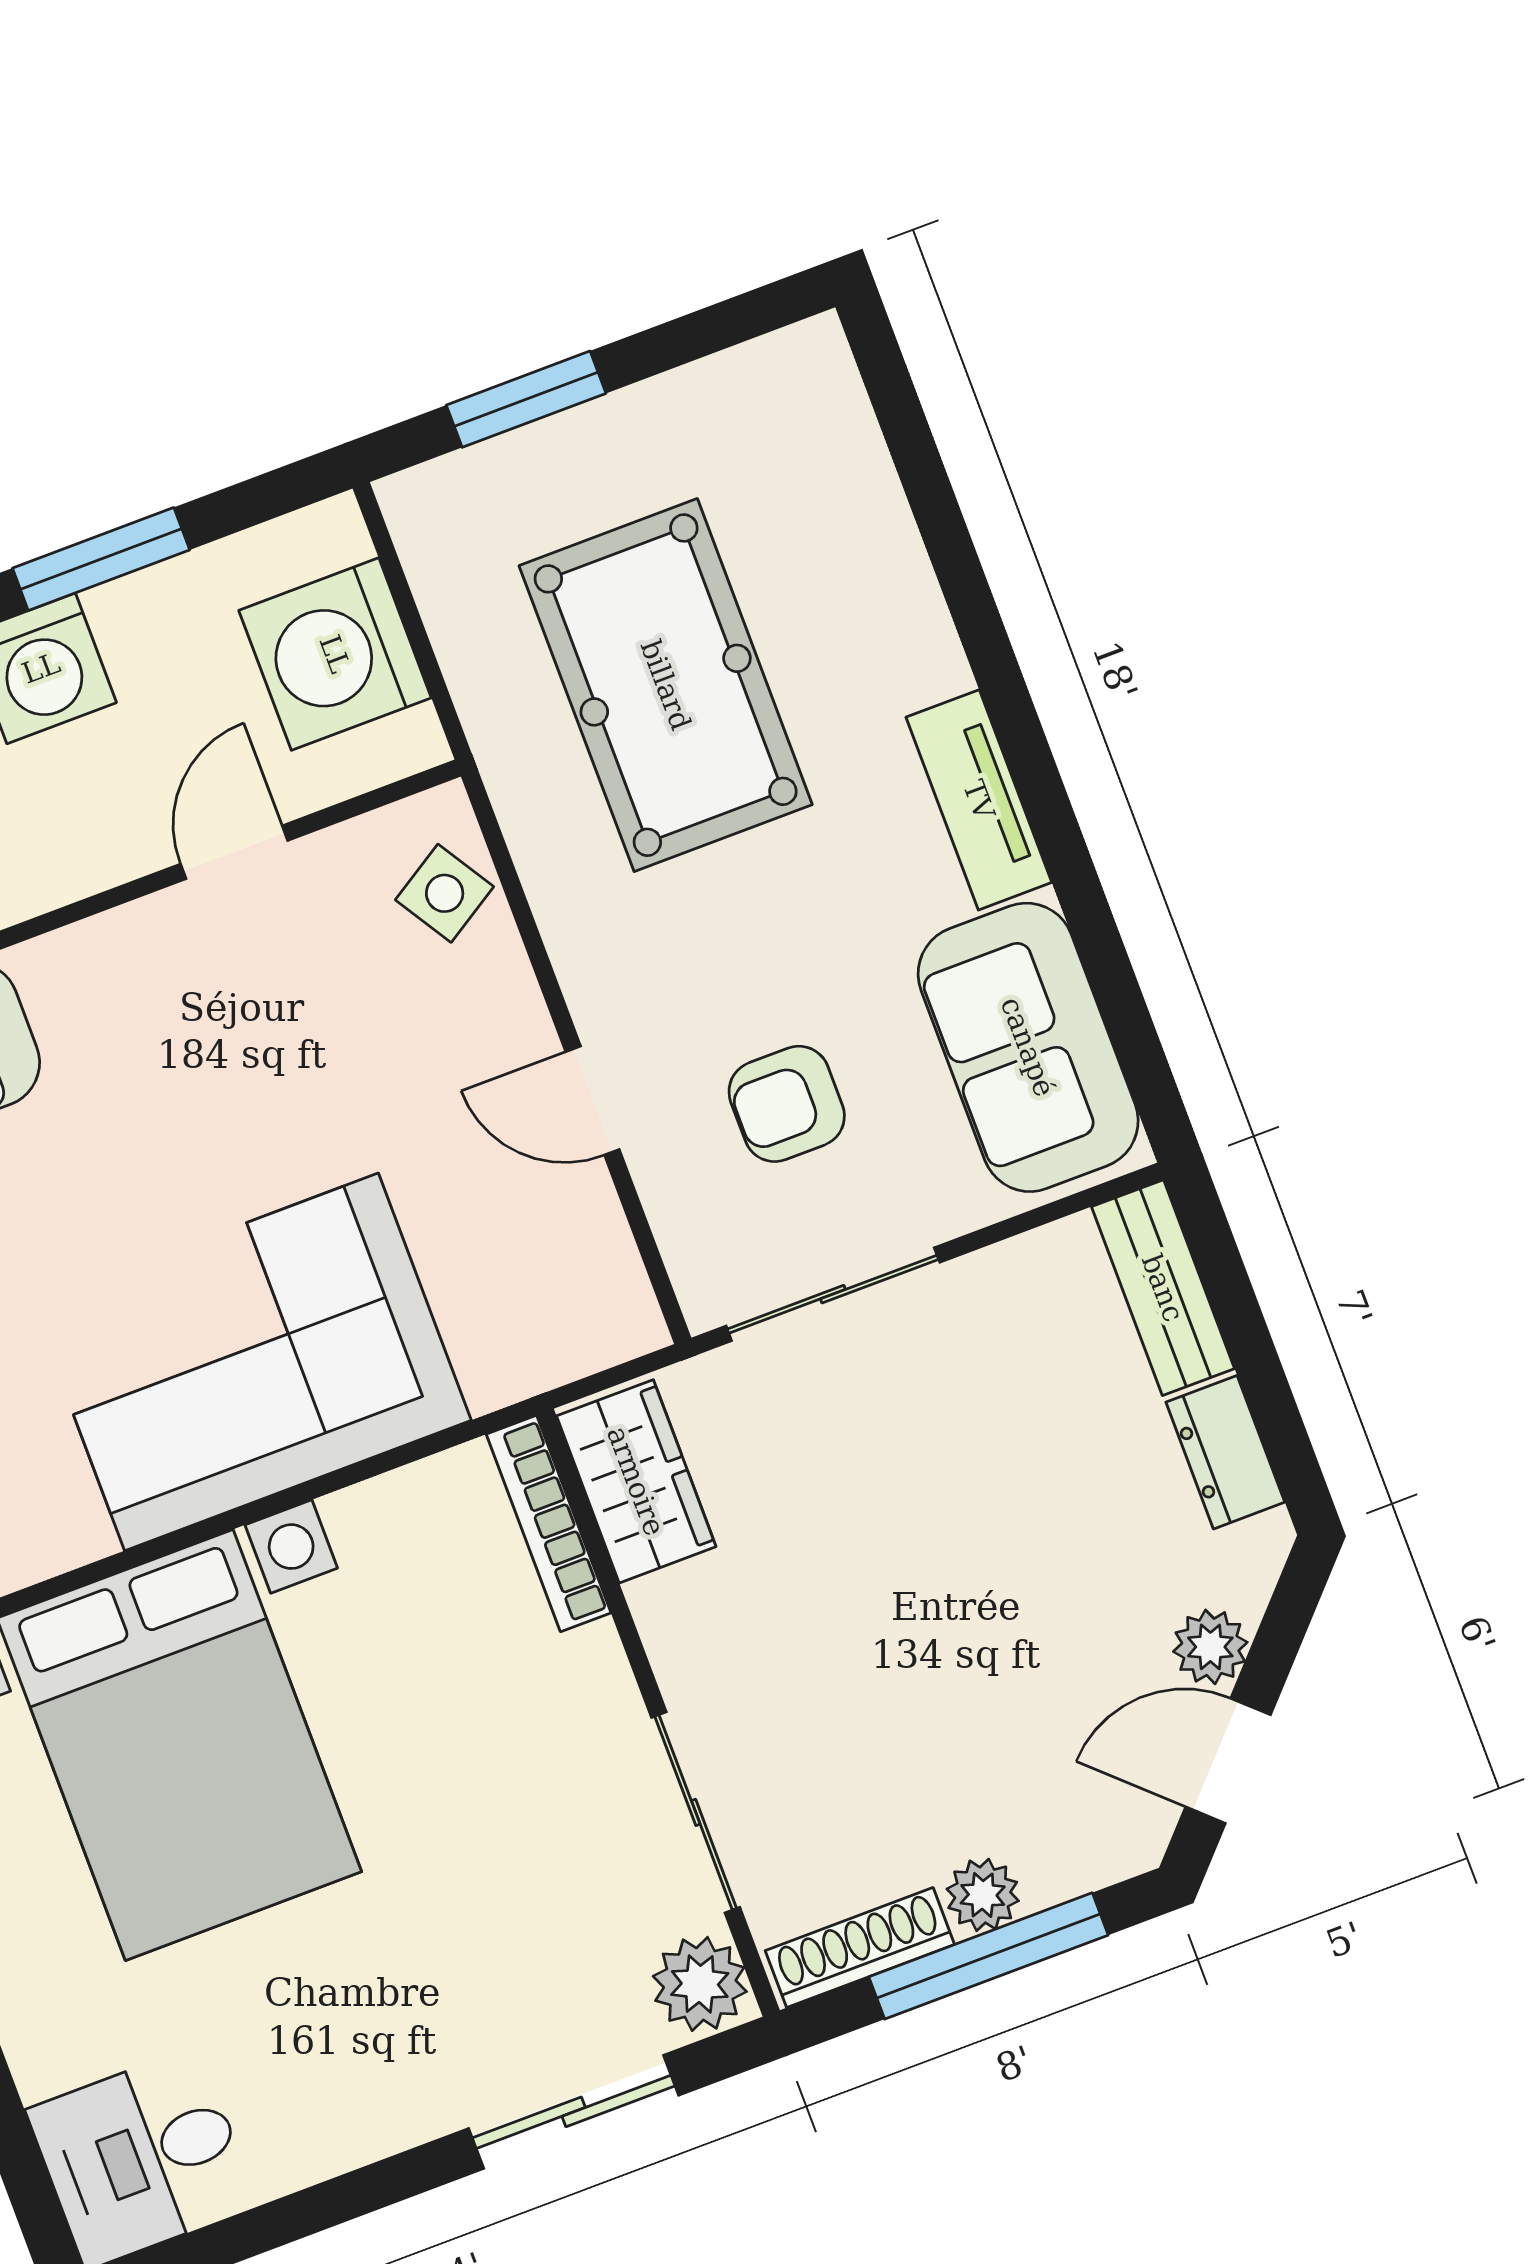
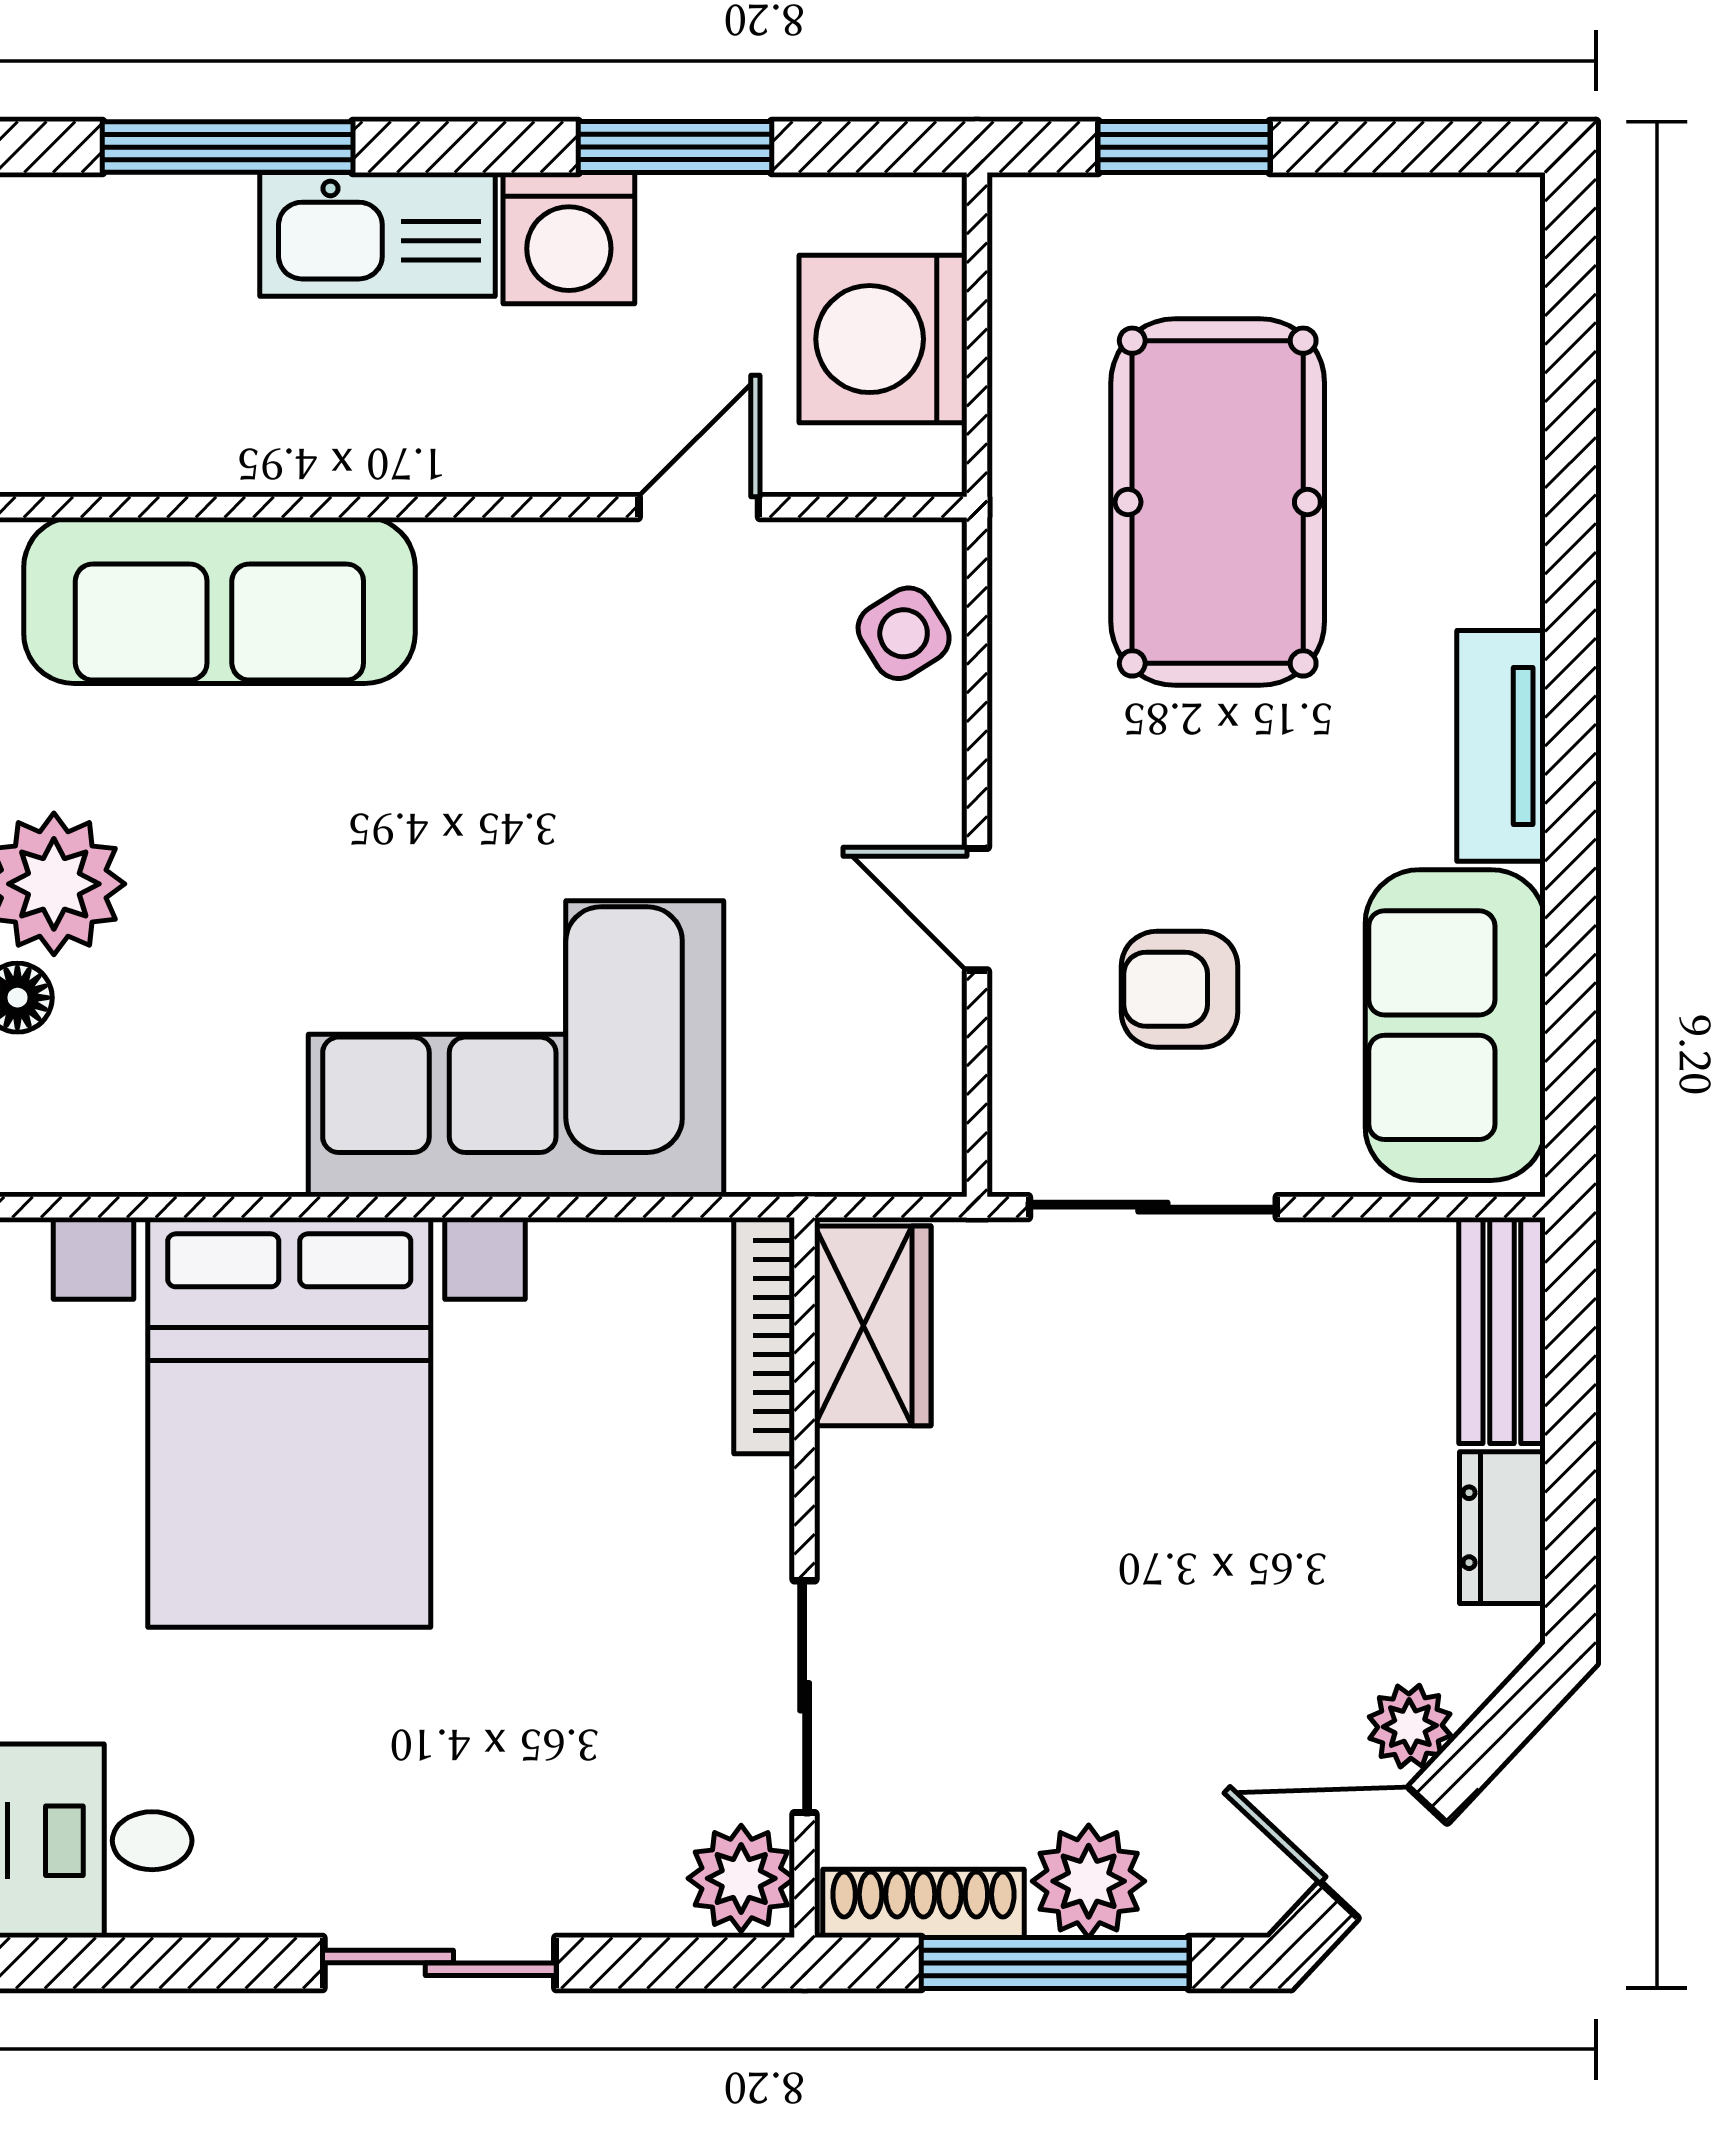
plant: (983, 1895) -> (1089, 1881), width x1.38, depth x1.38
sliding door: (574, 2112) -> (439, 1963), moved

